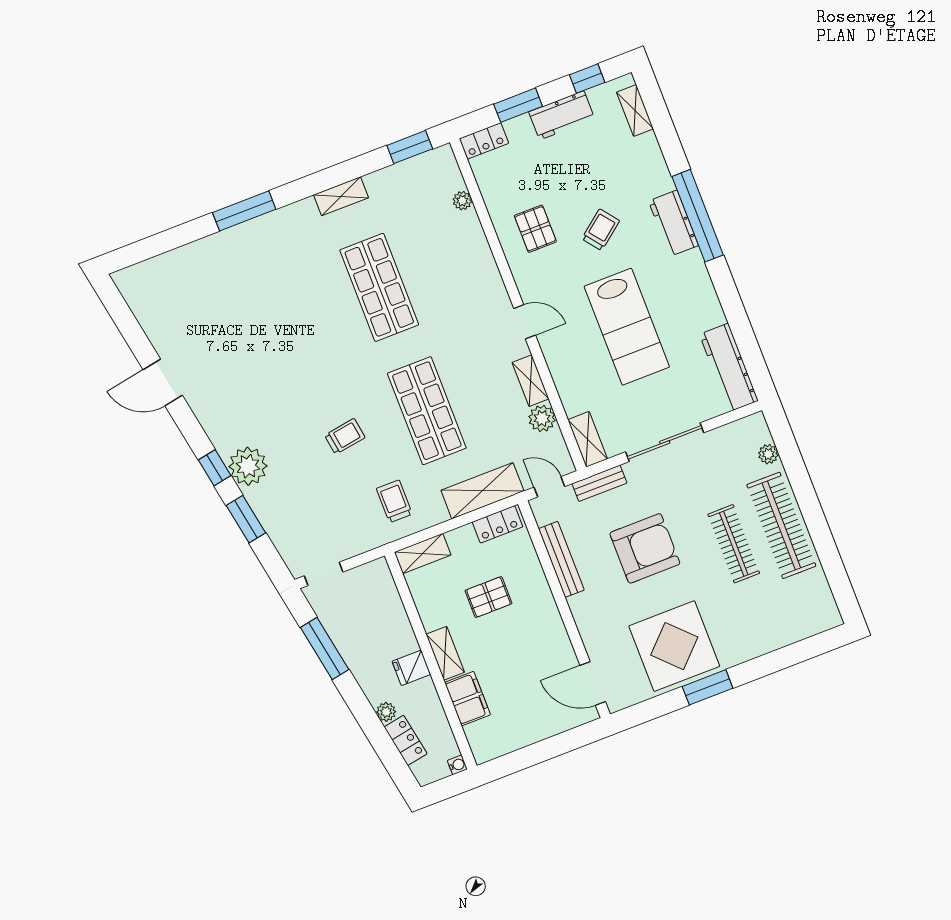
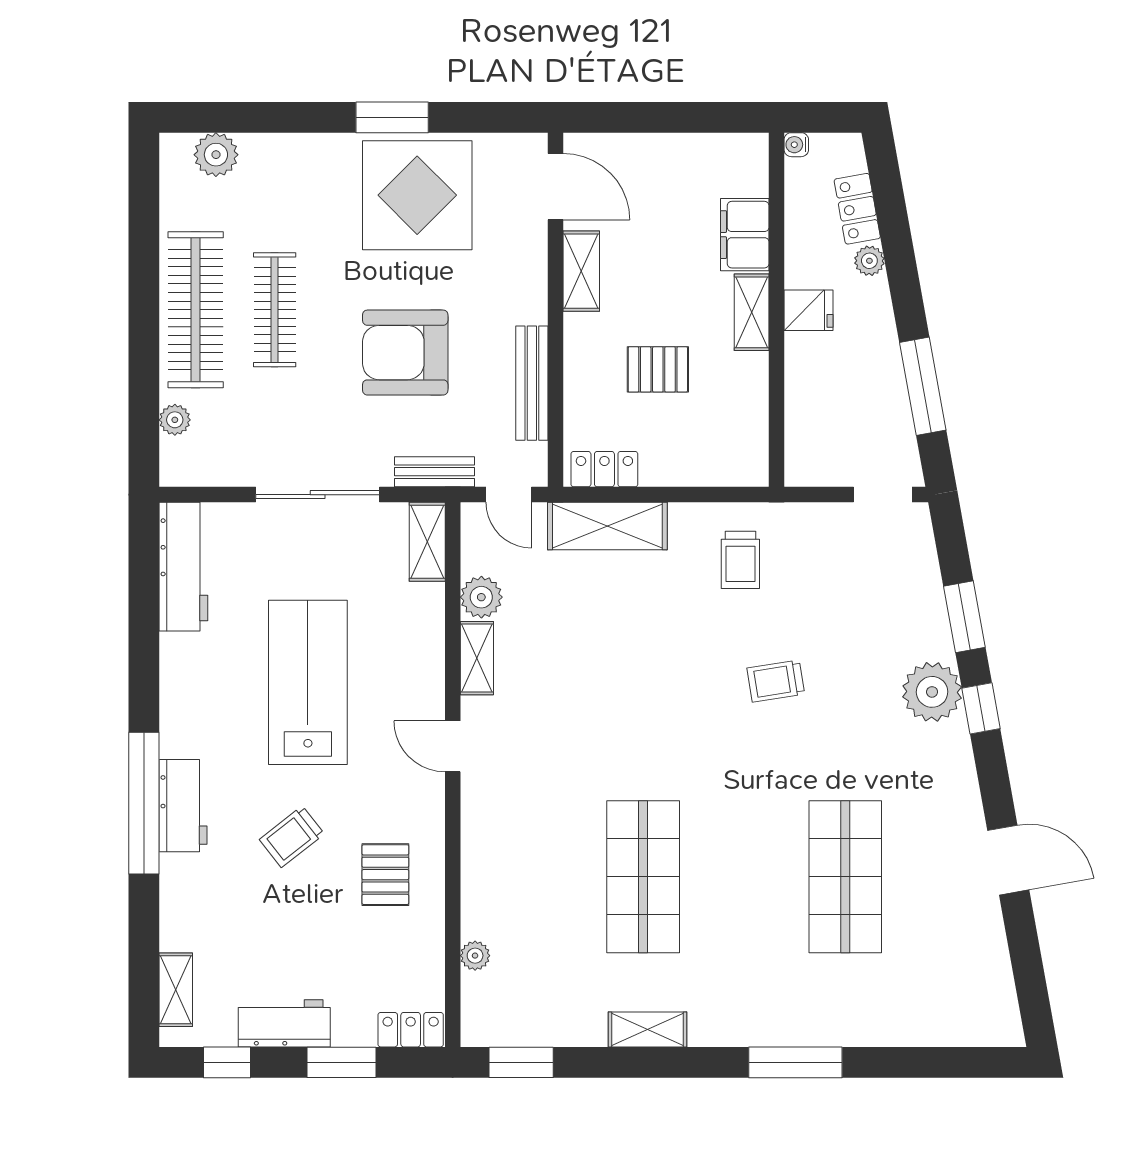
shop shelf: (427, 411) -> (845, 877), moved
shelving: (423, 554) -> (581, 271), moved, turned 90
plant: (805, 624) -> (216, 155), added

